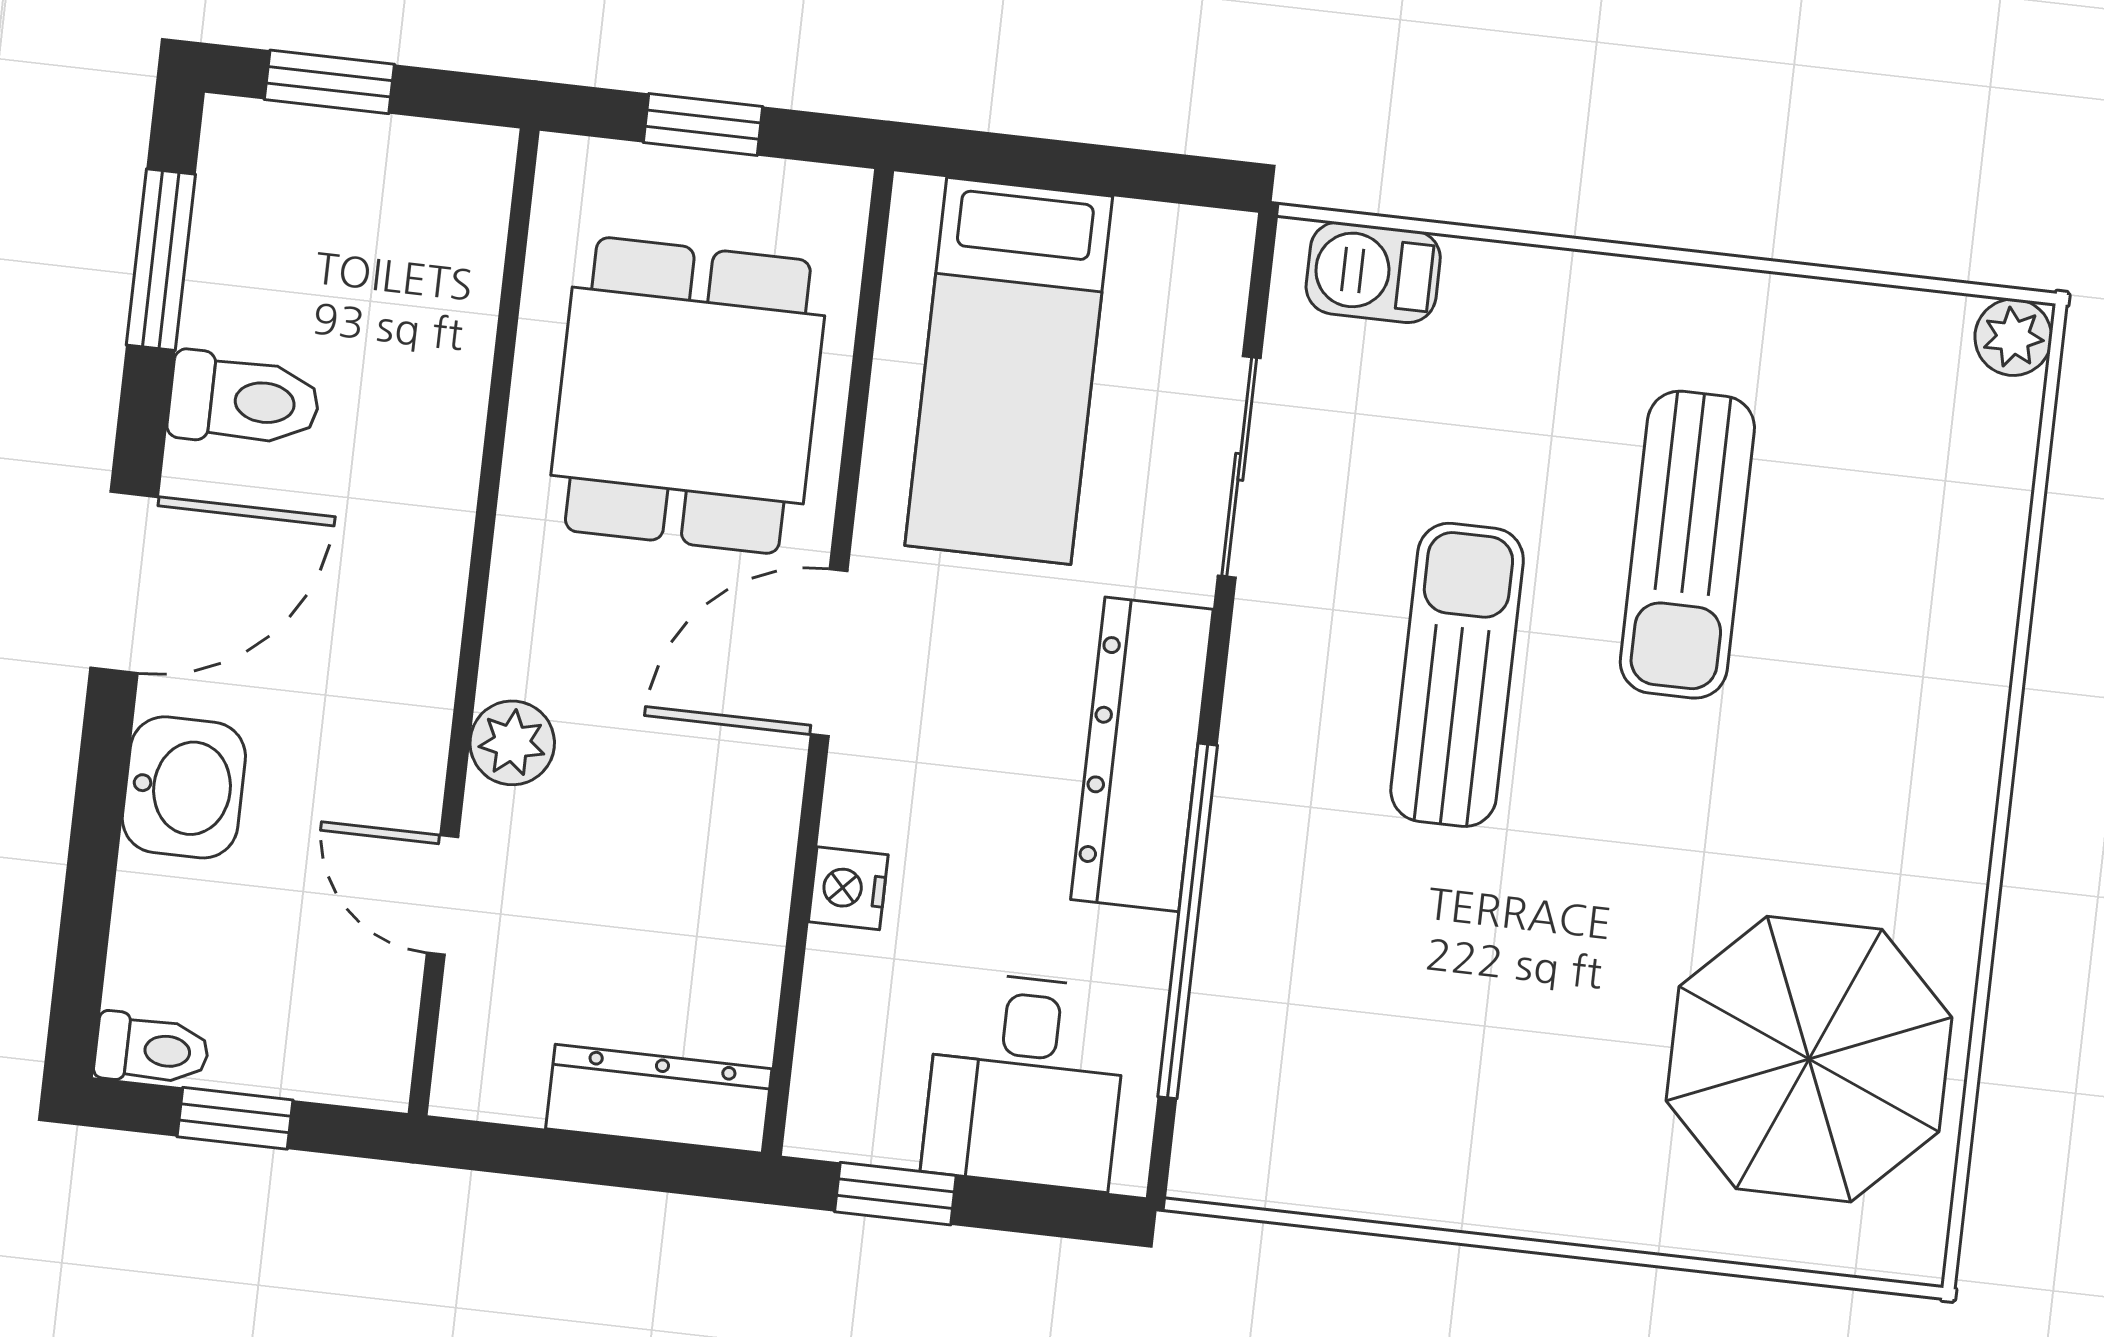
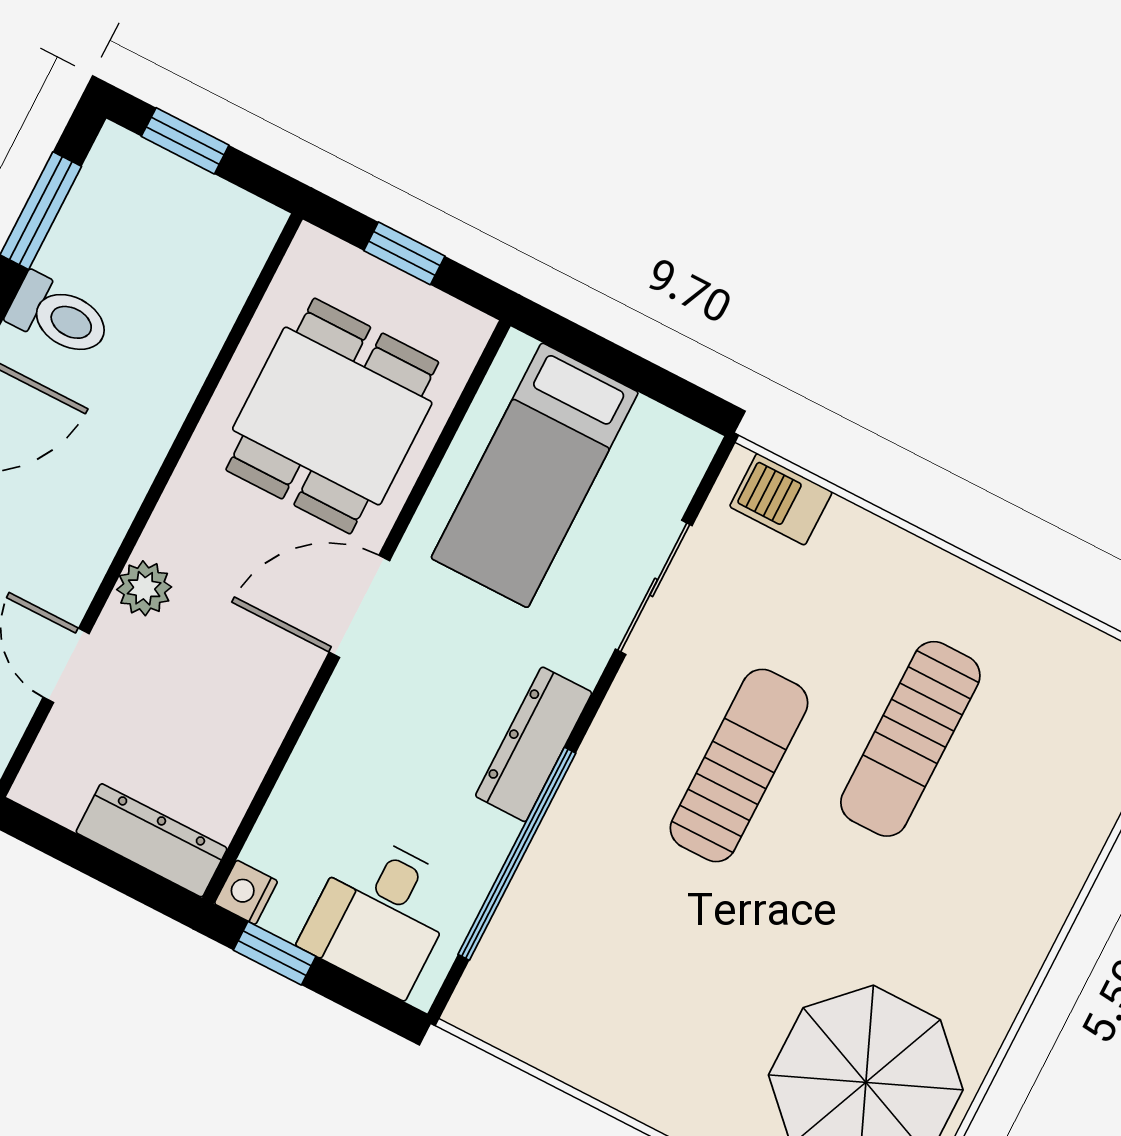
dresser: (1142, 754) -> (534, 744), width x0.73, depth x0.80
nightstand: (848, 888) -> (246, 892), moved

